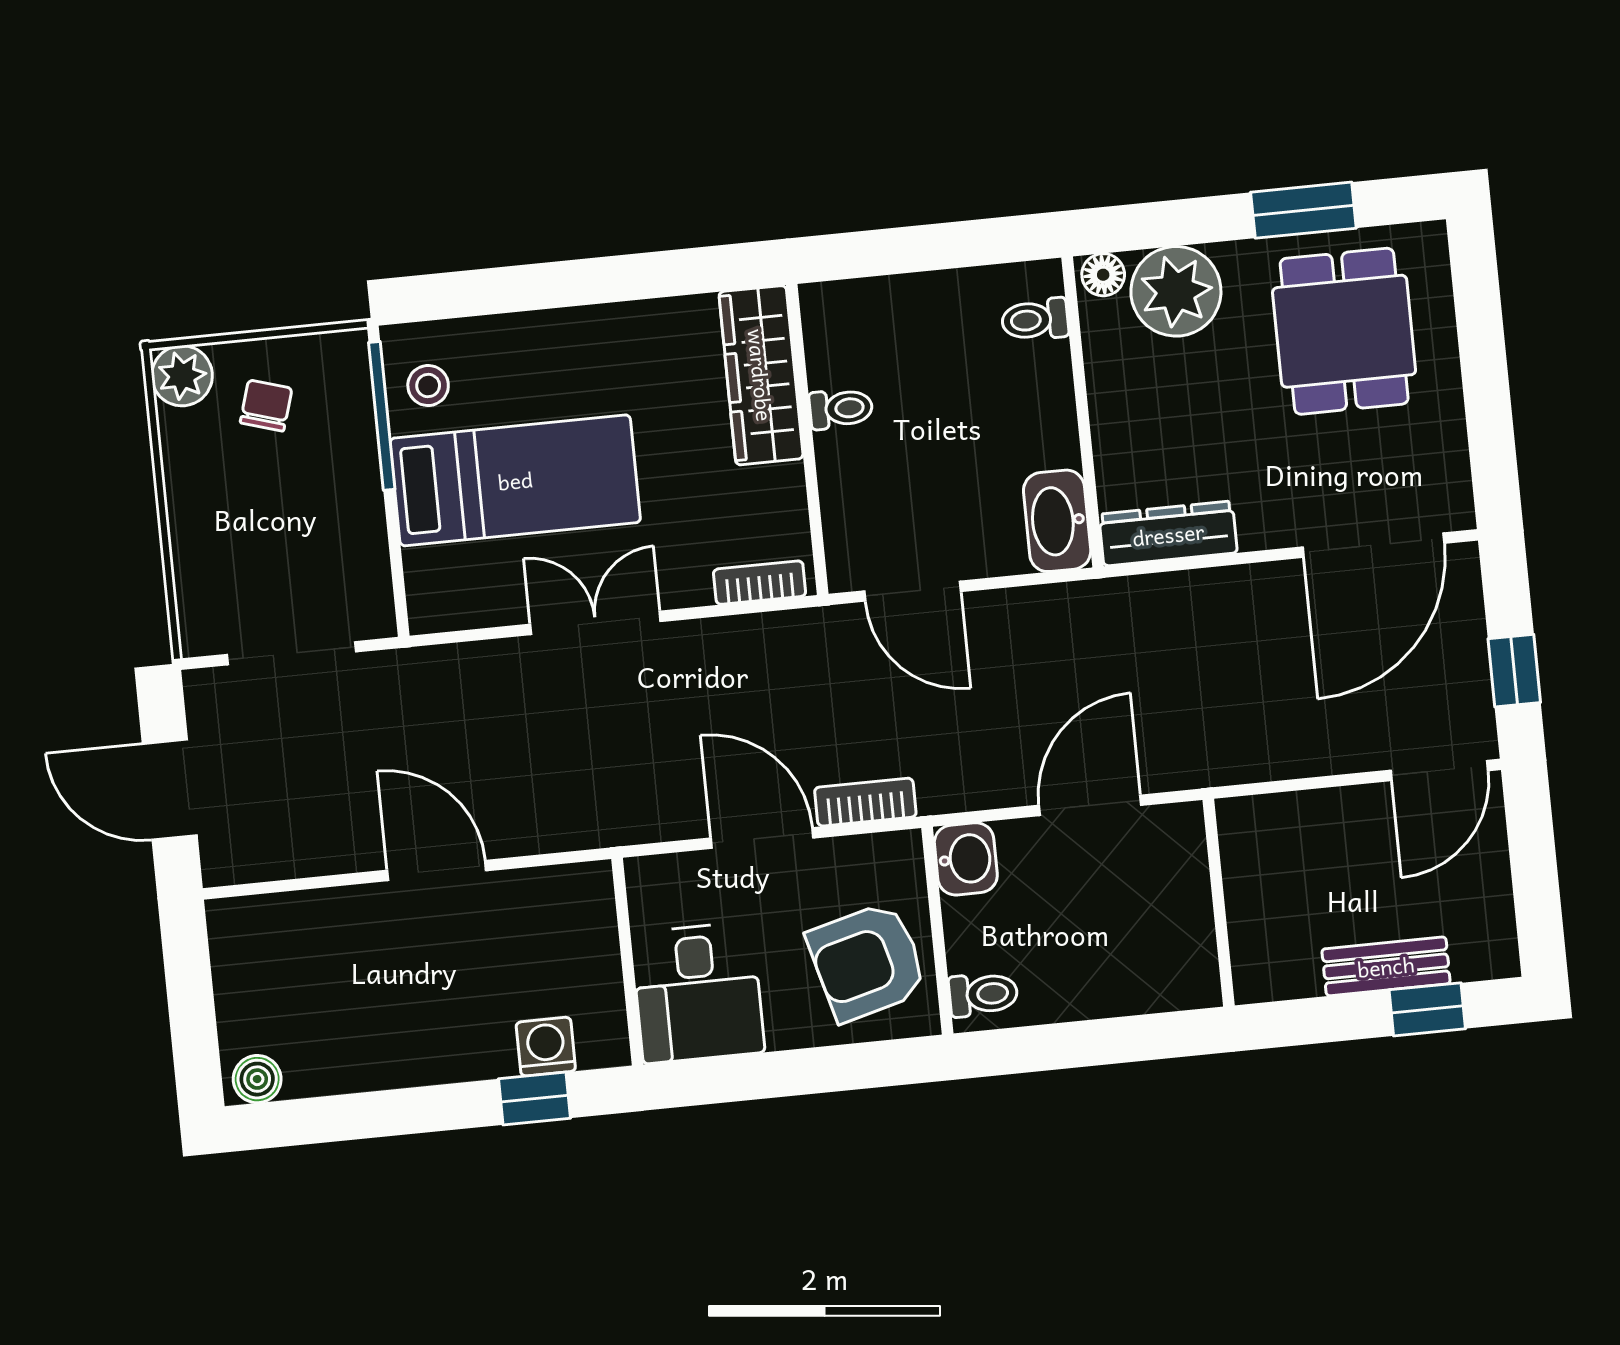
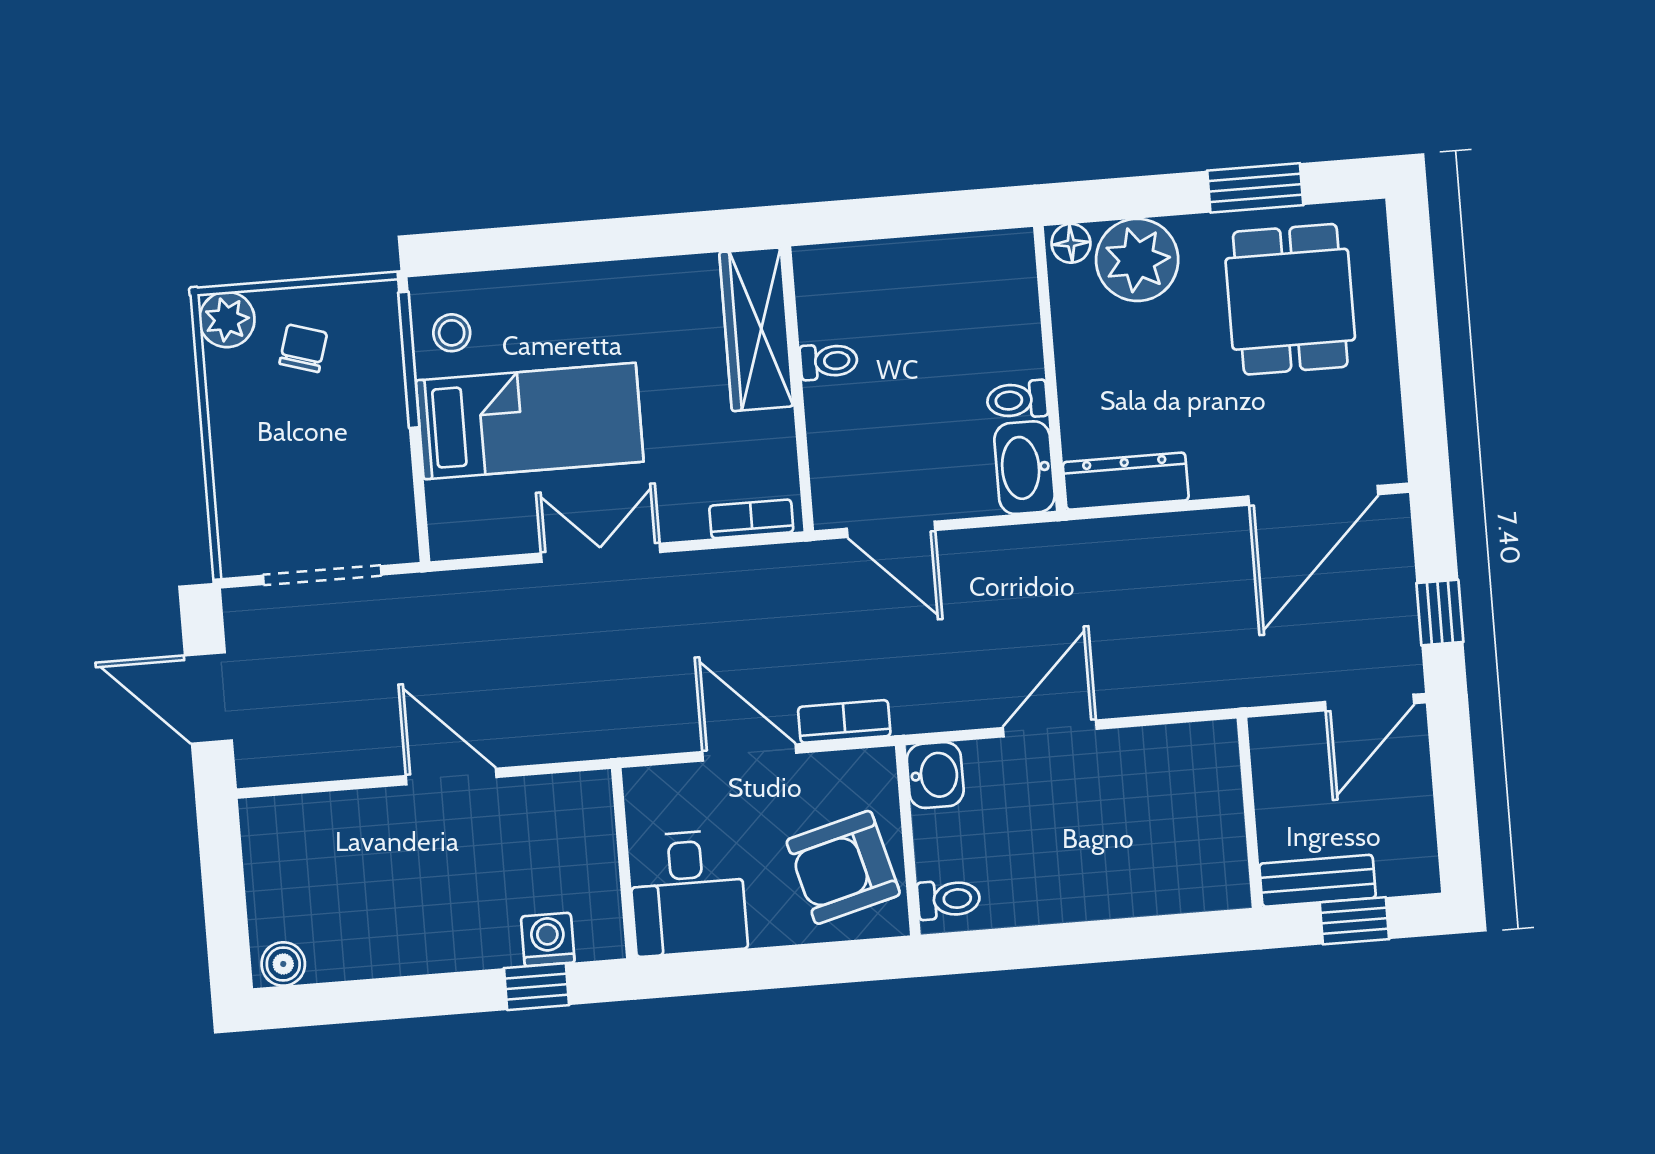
toilet: (1035, 320) -> (1017, 400), moved
wall: (1219, 903) -> (1250, 813), moved

